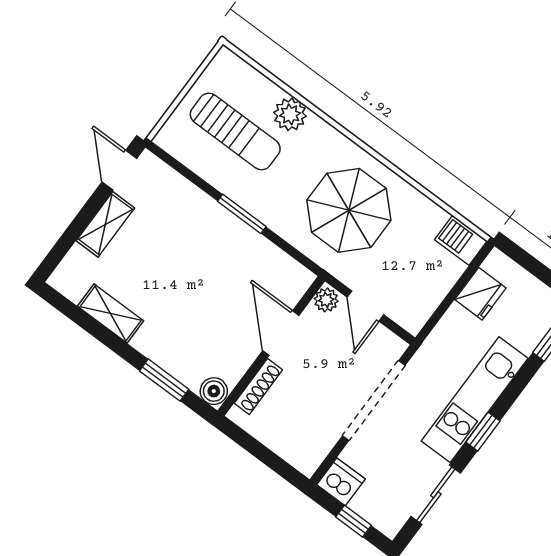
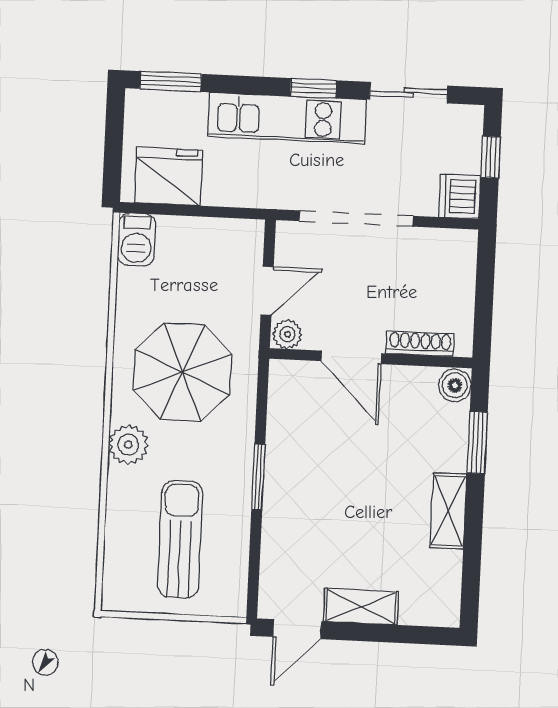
plant: (290, 114) -> (128, 445), moved
fridge: (480, 294) -> (169, 176), width x1.36, depth x1.34
shelving: (111, 313) -> (448, 511), moved
door: (281, 333) -> (351, 357), hinge flipped

